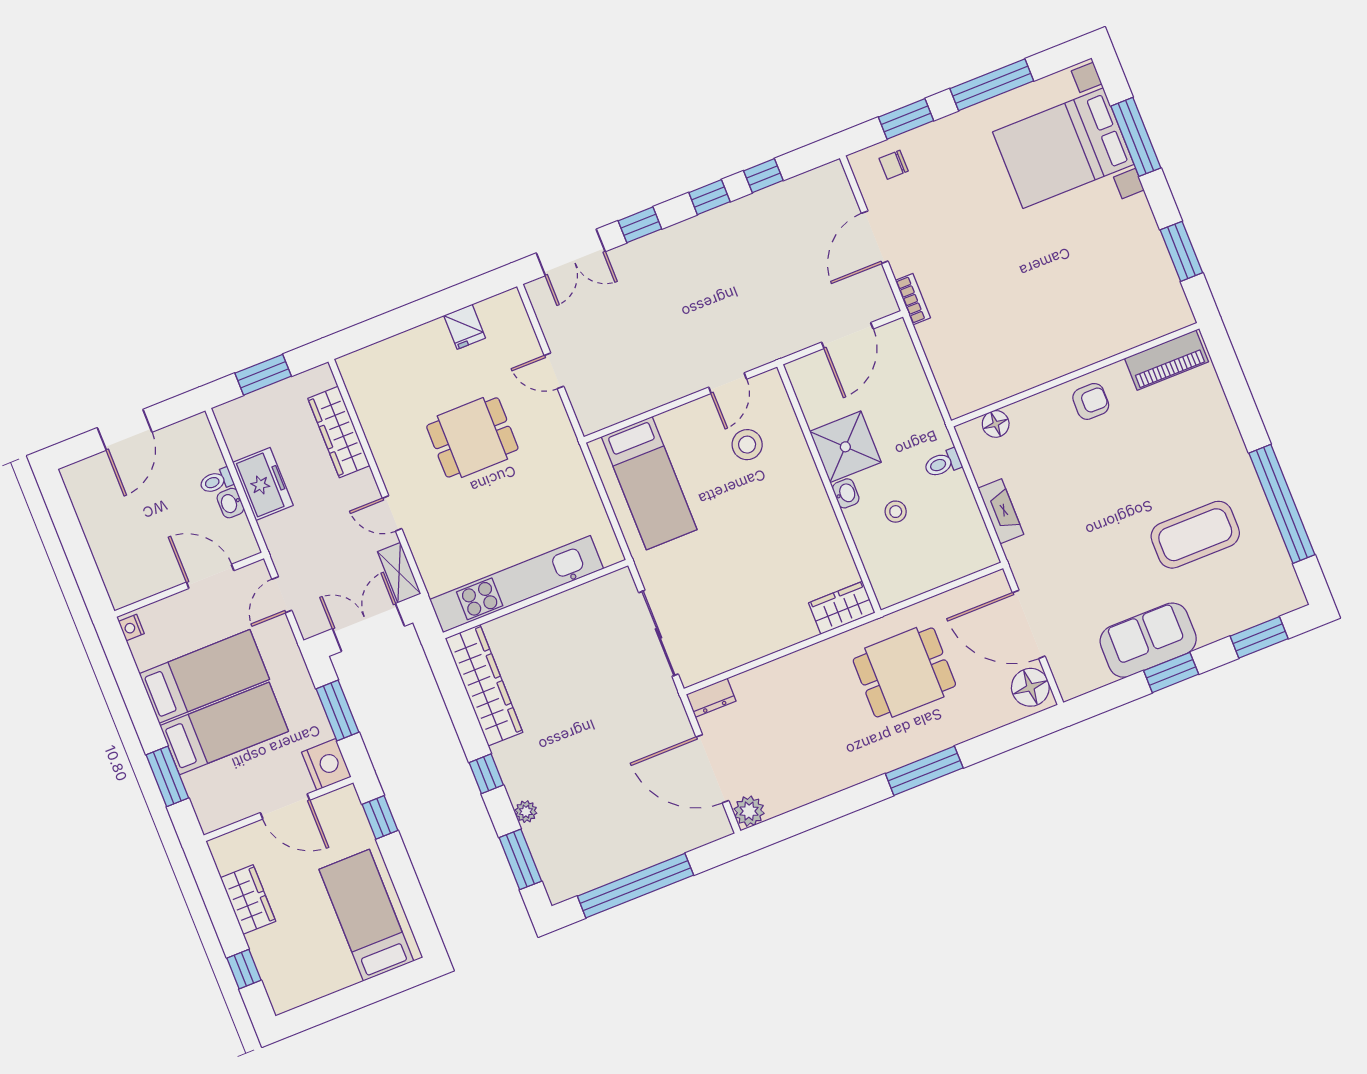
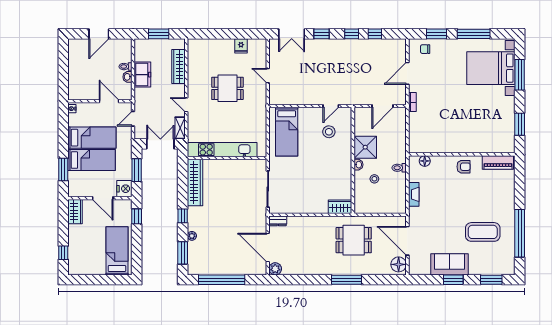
wardrobe: (248, 900) -> (75, 212), moved

